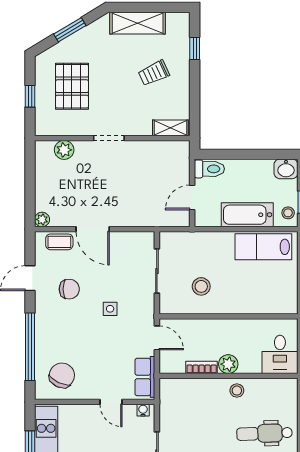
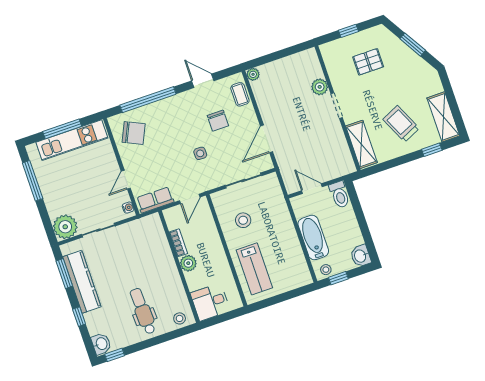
shelving: (138, 23) -> (443, 117), moved
trolley: (154, 73) -> (401, 124), width x1.36, depth x1.39
pallet: (72, 86) -> (368, 62), width x0.67, depth x0.71
shelving: (170, 128) -> (361, 144), width x1.50, depth x1.33
plant: (64, 150) -> (320, 87), moved
door: (93, 229) -> (267, 139), moved
lab bench: (263, 247) -> (254, 269), moved, turned 180
chair: (69, 289) -> (218, 121), moved
stool: (237, 391) -> (180, 318), moved

